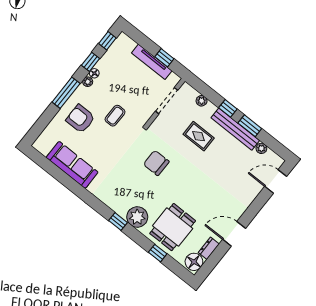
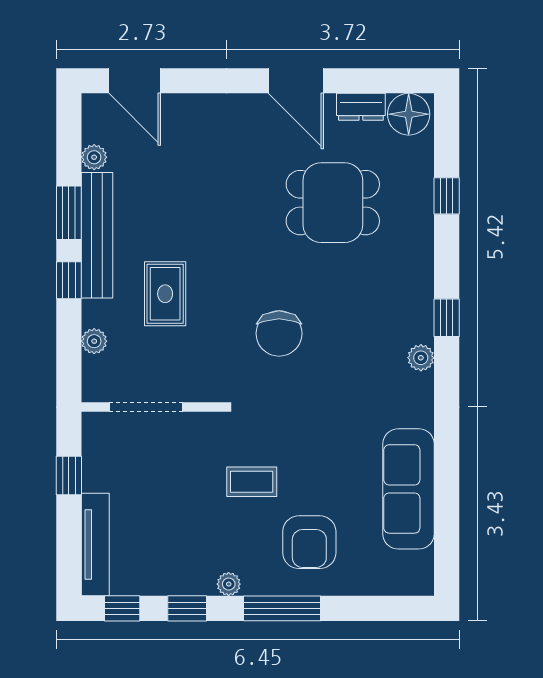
tv unit: (152, 62) -> (95, 544), moved
floor lamp: (94, 73) -> (203, 584), removed
plant: (137, 217) -> (421, 358), moved, width x0.53, depth x0.53
dining table: (173, 227) -> (333, 203), moved

